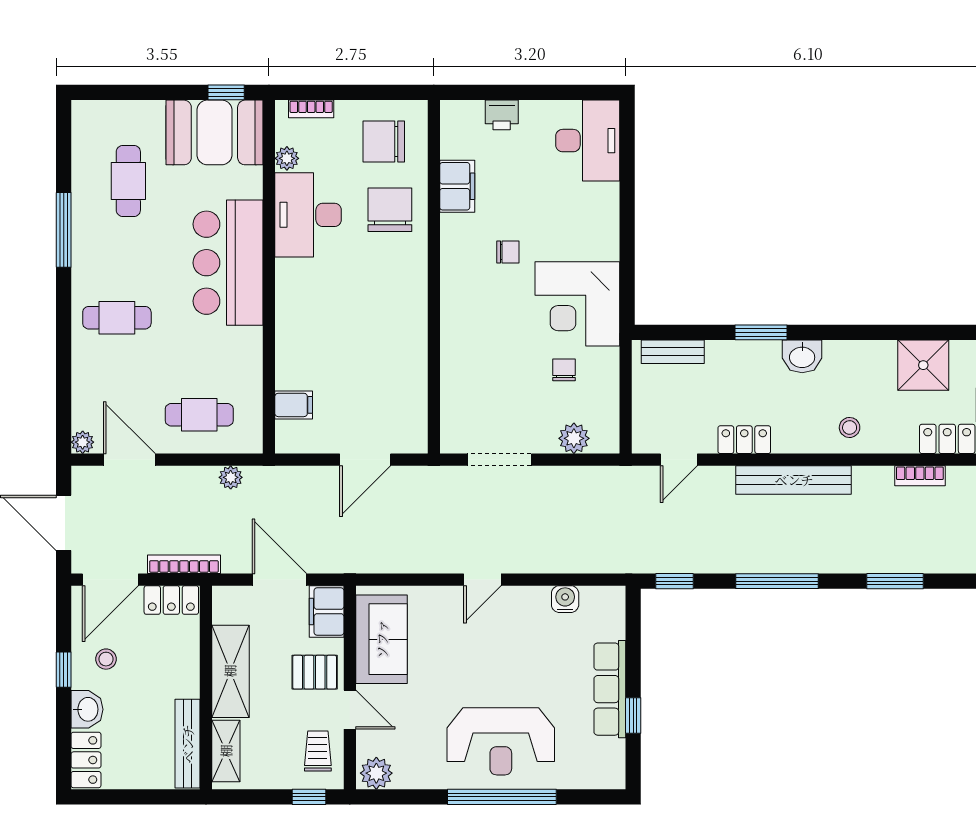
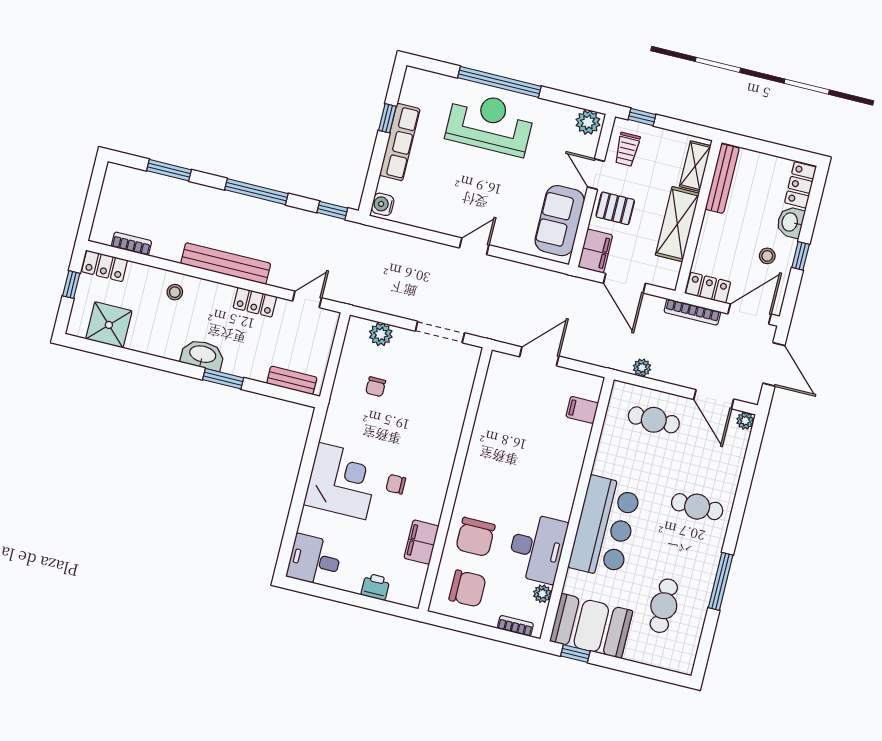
desk: (588, 141) -> (314, 560), width x0.73
corner desk: (577, 304) -> (342, 481), moved
washbasin: (802, 356) -> (203, 355), width x1.38
water cooler: (565, 599) -> (383, 204), moved, turned 90

